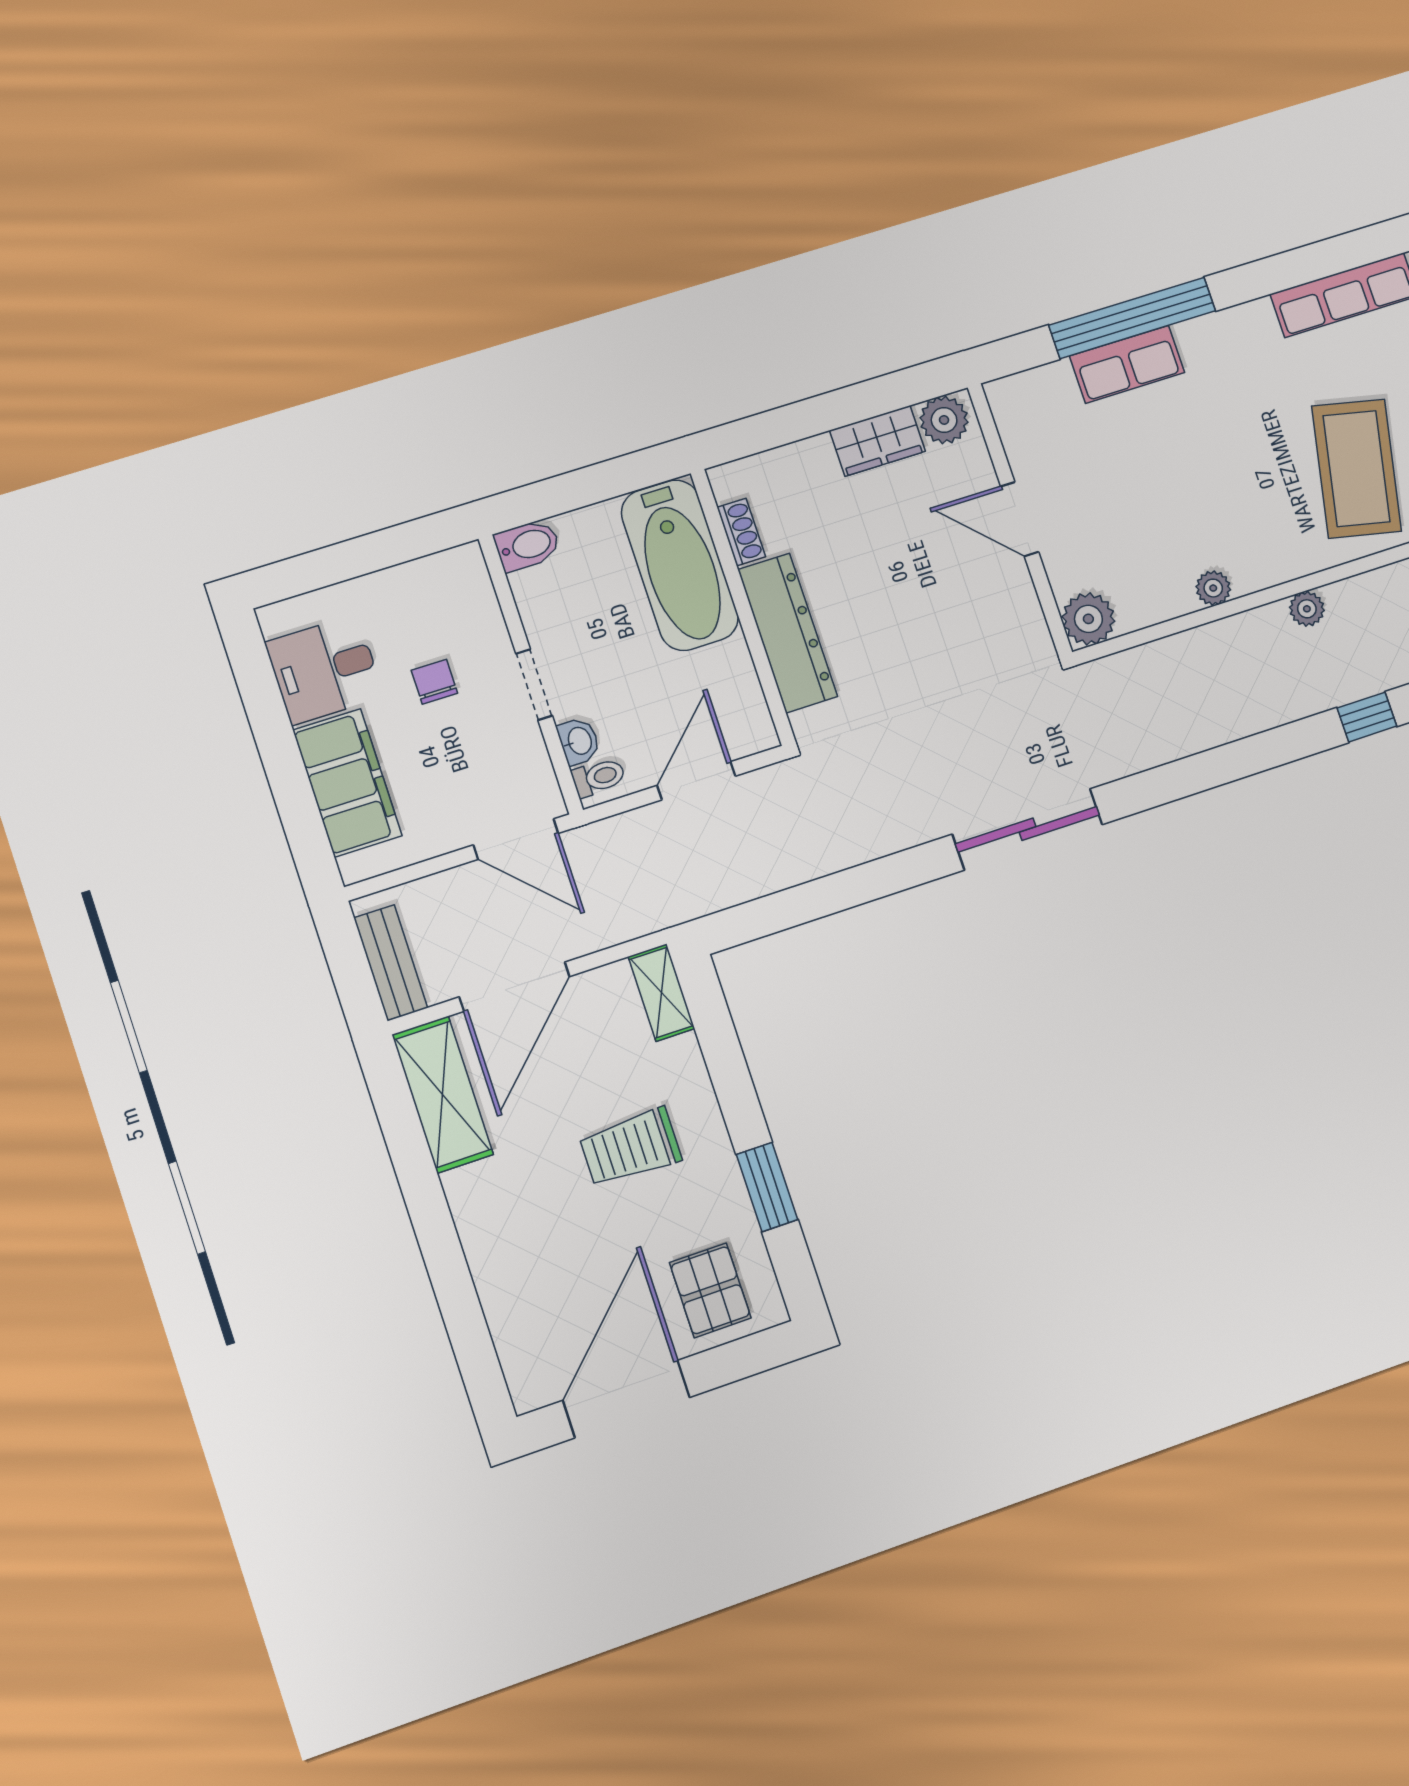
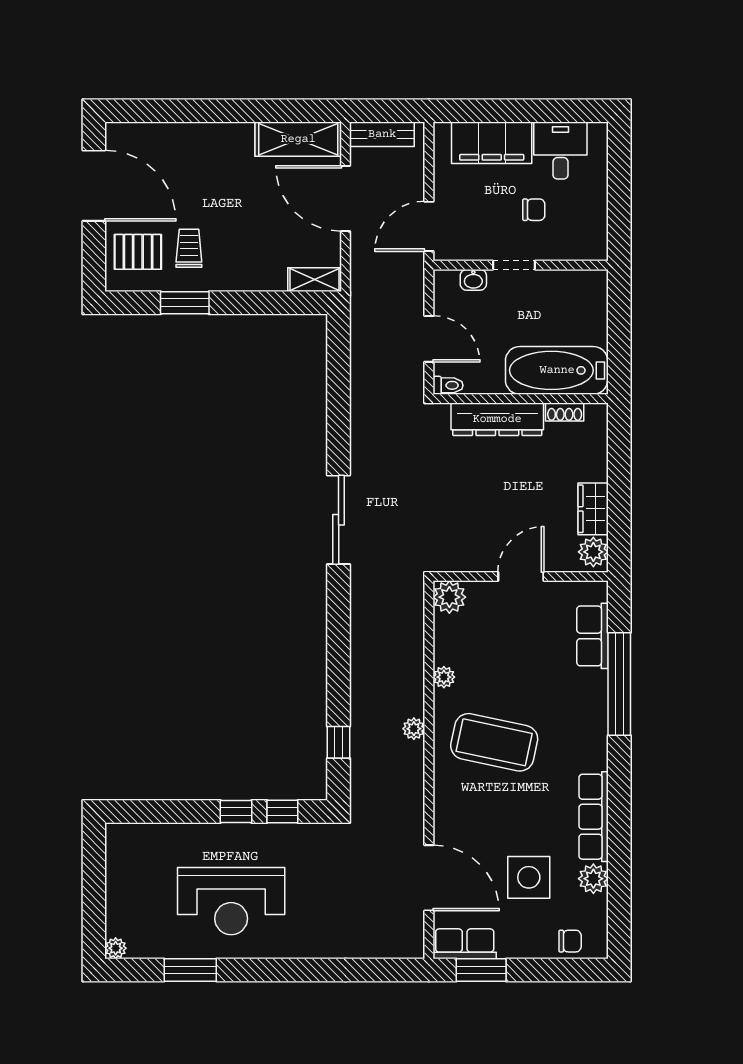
row of seats: (1127, 364) -> (593, 636), moved
coffee table: (1357, 469) -> (494, 742), moved
bidet: (527, 545) -> (596, 287), removed
toilet: (599, 777) -> (448, 385), moved, turned -90
trolley: (630, 1147) -> (189, 248), moved, width x0.73, depth x0.72

